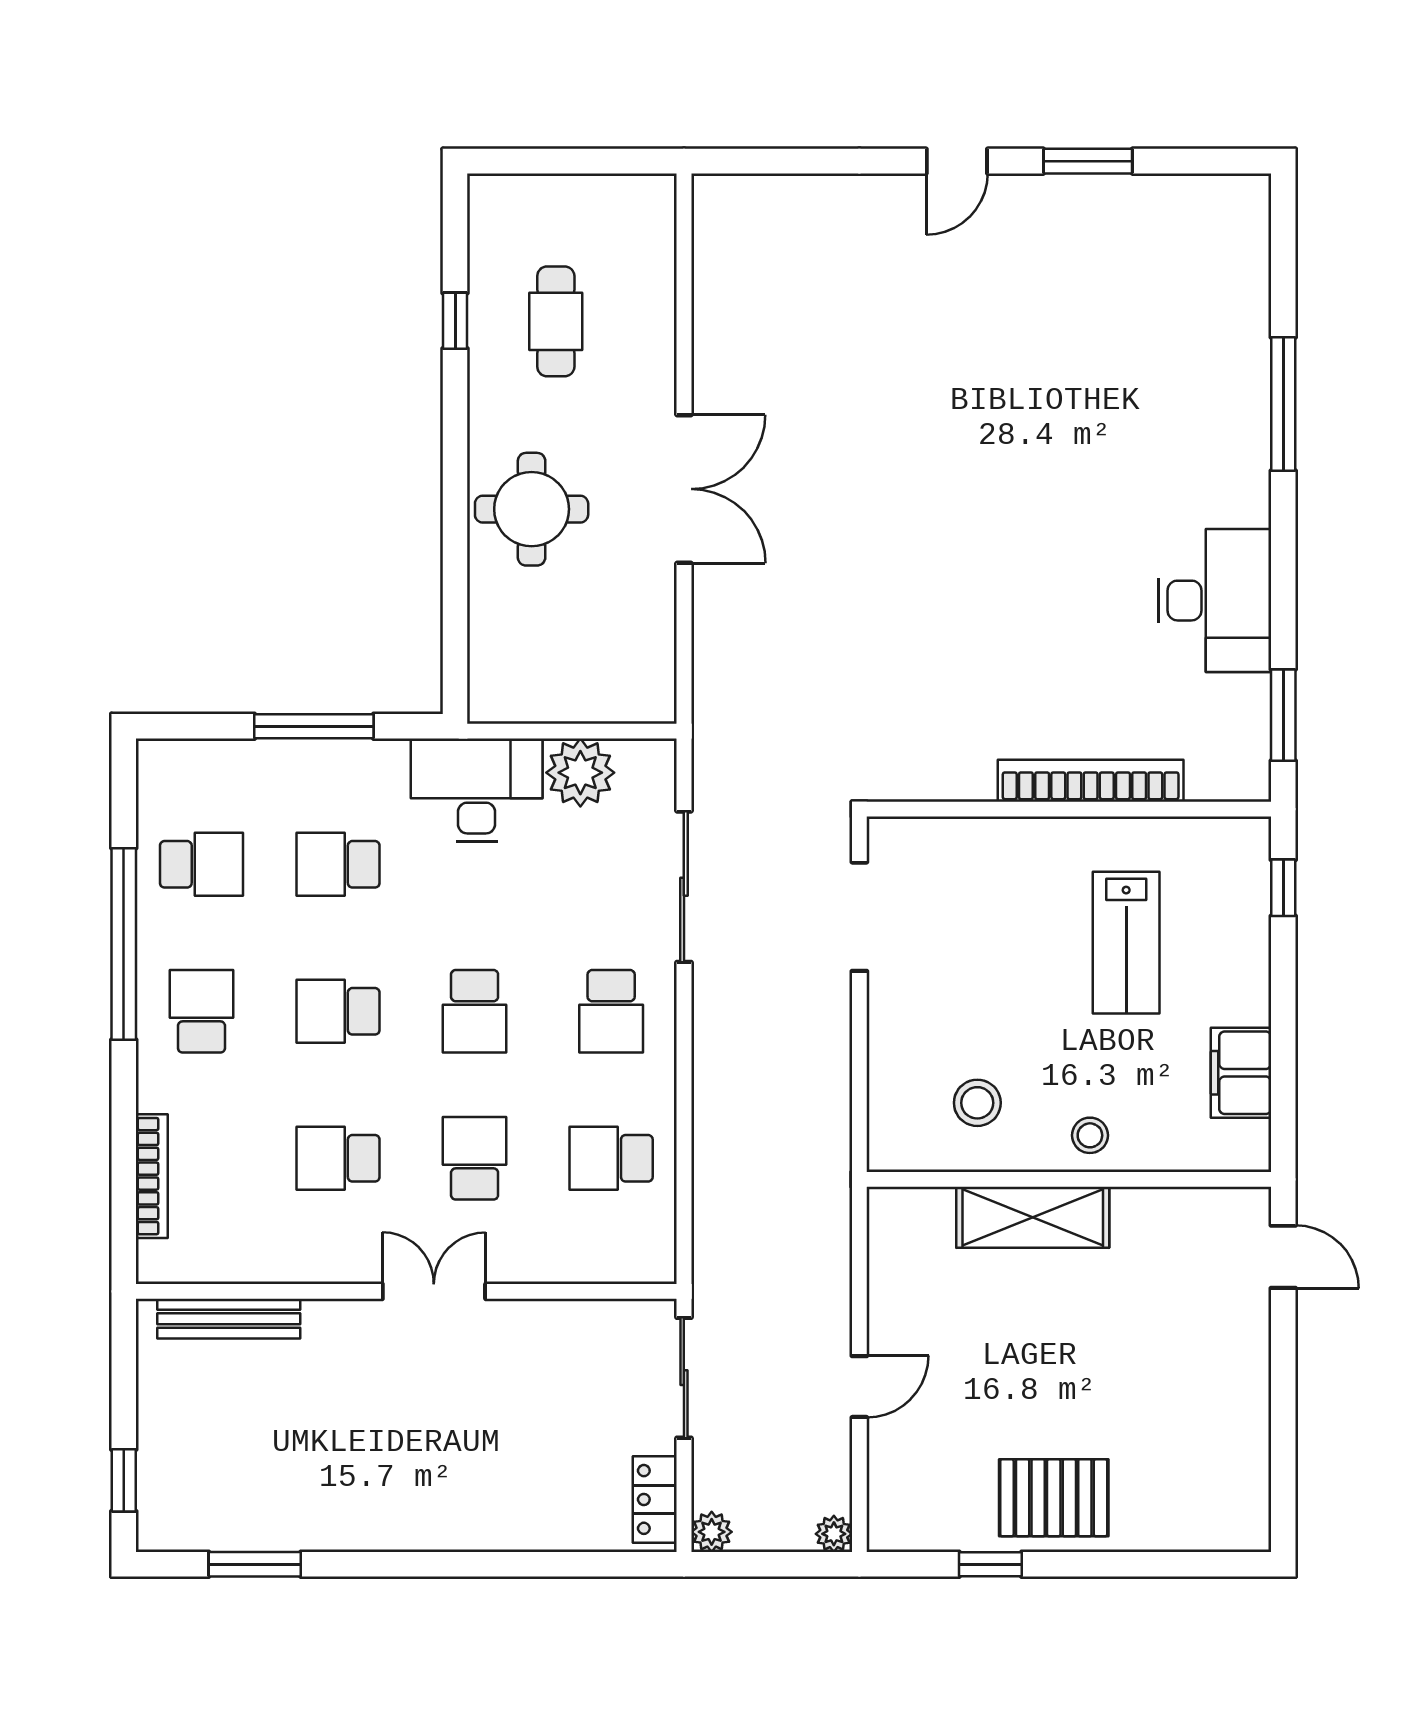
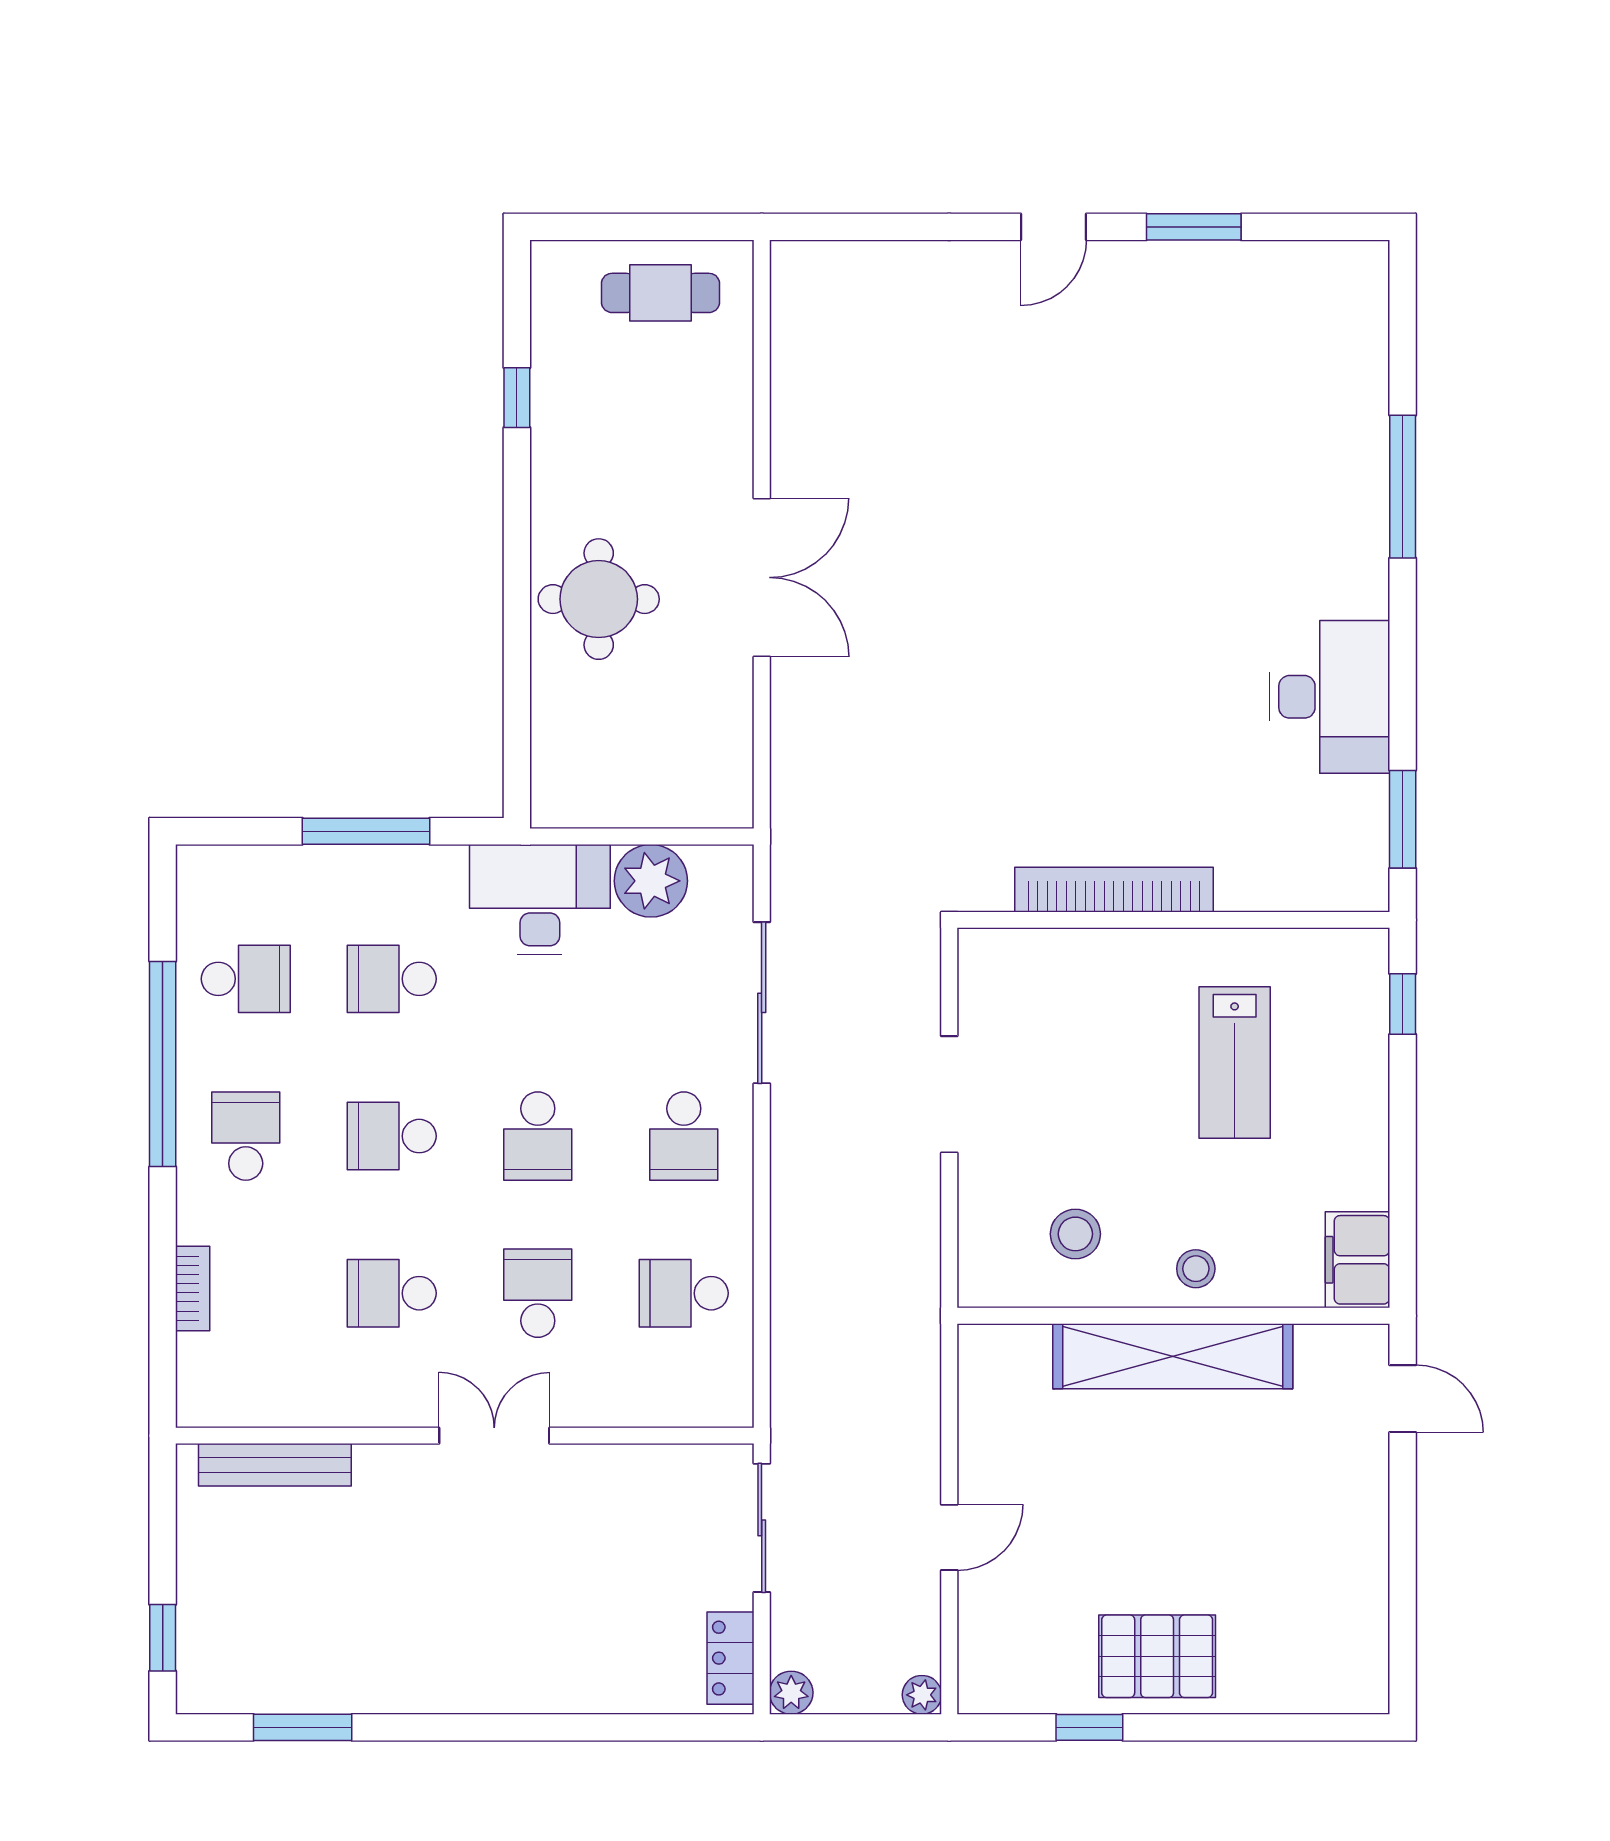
cafe table: (556, 321) -> (660, 293), moved, turned 90
bookcase: (1091, 781) -> (1114, 890), moved
doorway: (859, 917) -> (949, 1094), moved
filing cabinet: (1241, 1073) -> (1357, 1260), moved
bookcase: (152, 1176) -> (193, 1288), width x0.64
shelving: (1033, 1217) -> (1173, 1356), width x1.47

